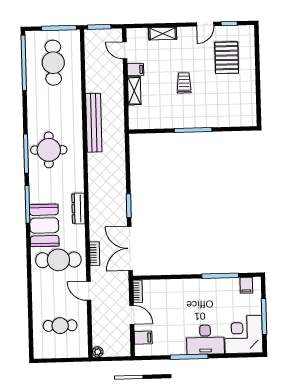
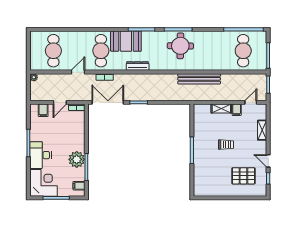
cafe table: (53, 63) -> (243, 51), turned 90
plant: (210, 289) -> (77, 159), added
cafe table: (60, 326) -> (53, 51), width x1.37, depth x1.35

